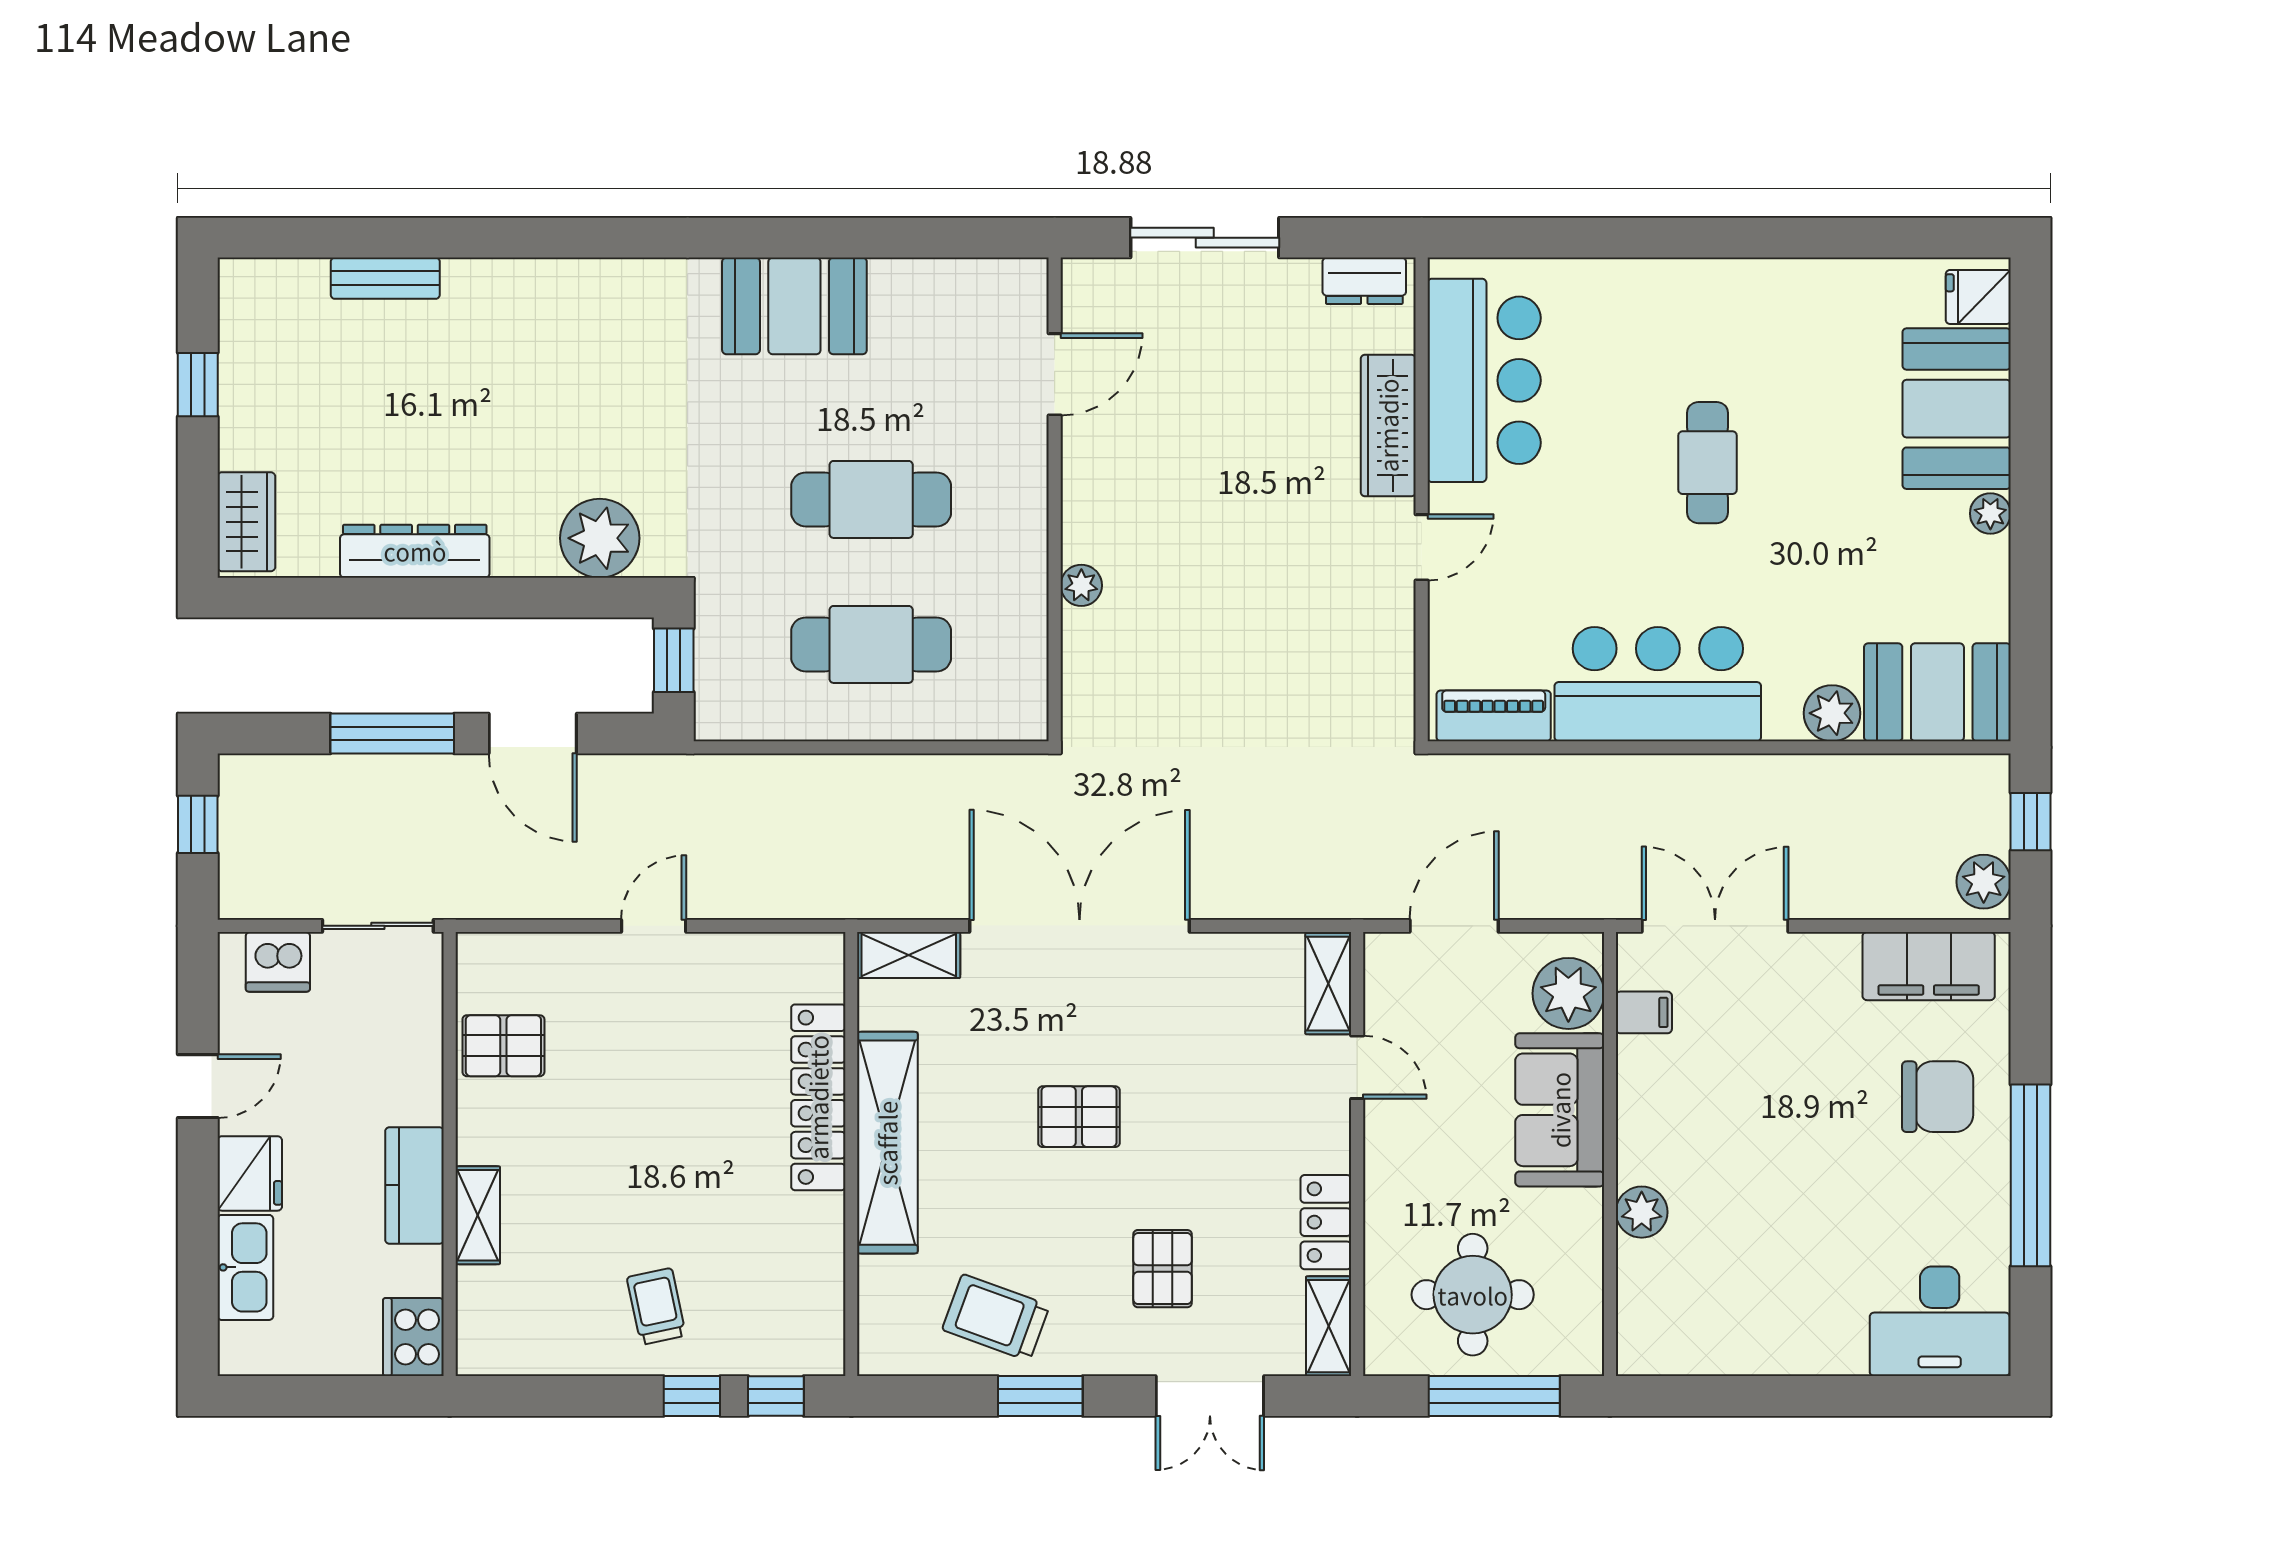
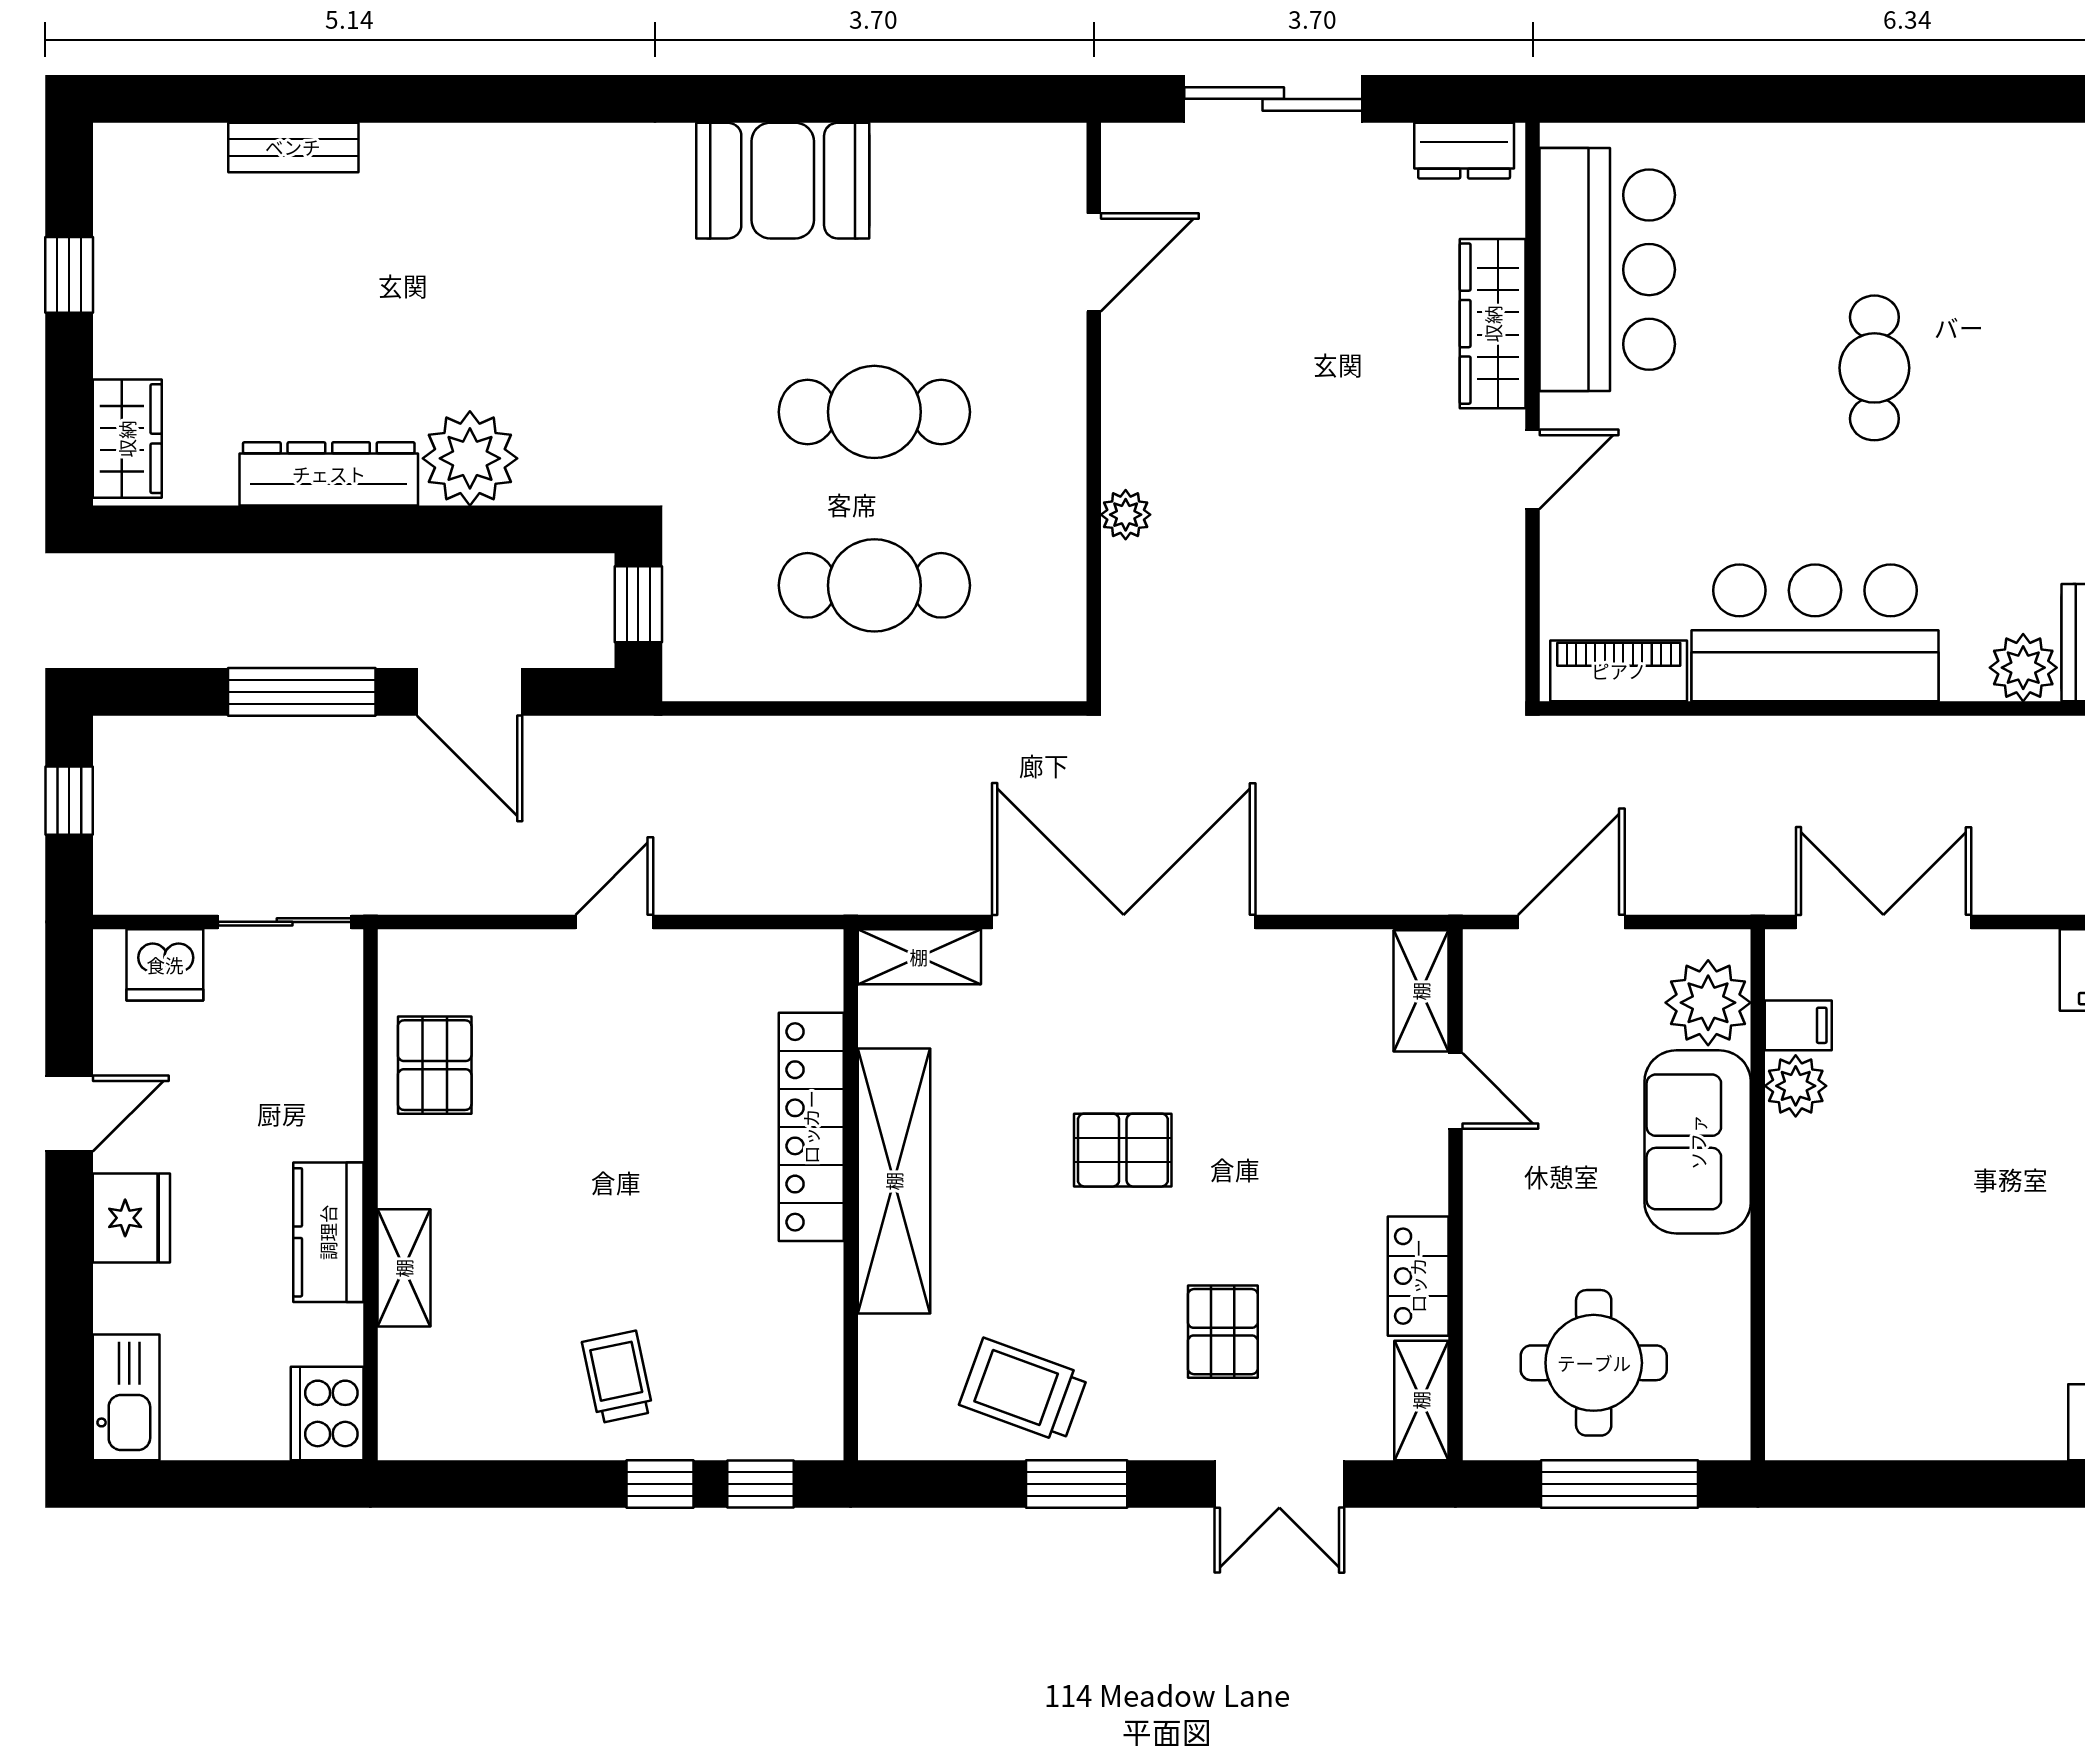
plant: (600, 538) -> (470, 458), moved
pallet: (503, 1046) -> (435, 1065), turned 90
plant: (1642, 1212) -> (1796, 1086), moved
kitchen sink: (245, 1267) -> (126, 1397), moved

